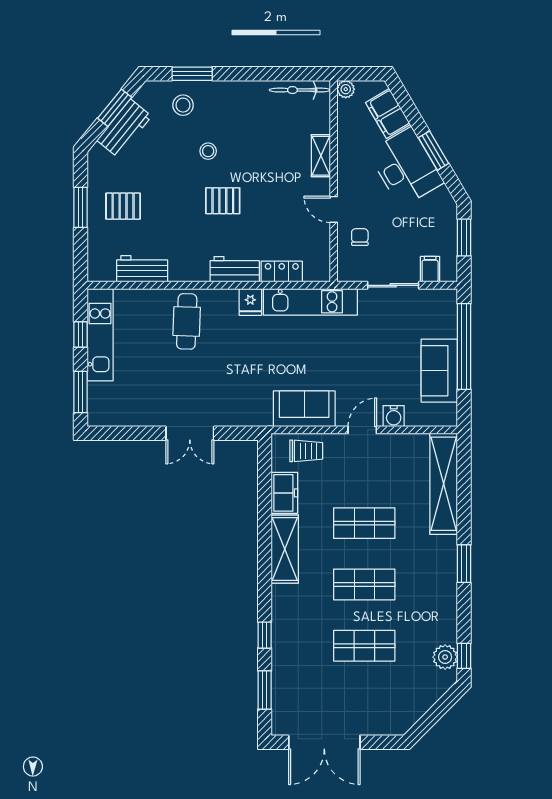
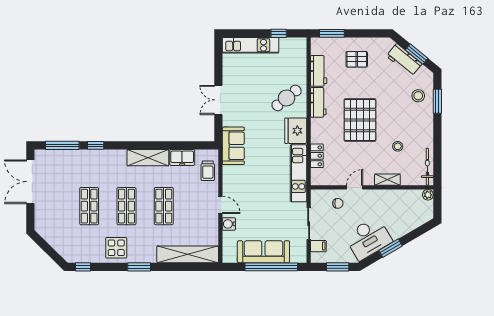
filing cabinet: (388, 114) -> (413, 220), removed
stool: (208, 151) -> (398, 146), moved
desk: (406, 167) -> (368, 238), moved
pallet: (223, 201) -> (360, 120), width x2.05, depth x2.00
pallet: (123, 206) -> (357, 59), turned 90
window: (80, 207) -> (332, 33), moved
workbench: (235, 269) -> (318, 102), moved
fridge: (250, 302) -> (296, 131), width x1.88, depth x1.34
cafe table: (187, 321) -> (287, 98), turned -41
kitchen unit: (100, 335) -> (251, 45), moved
sofa: (439, 371) -> (263, 252), width x1.36
window: (80, 392) -> (244, 33), removed
sofa: (304, 409) -> (233, 146), moved
display table: (433, 601) -> (116, 248), added
plant: (445, 657) -> (82, 255), removed
window: (265, 690) -> (62, 145), width x1.44

